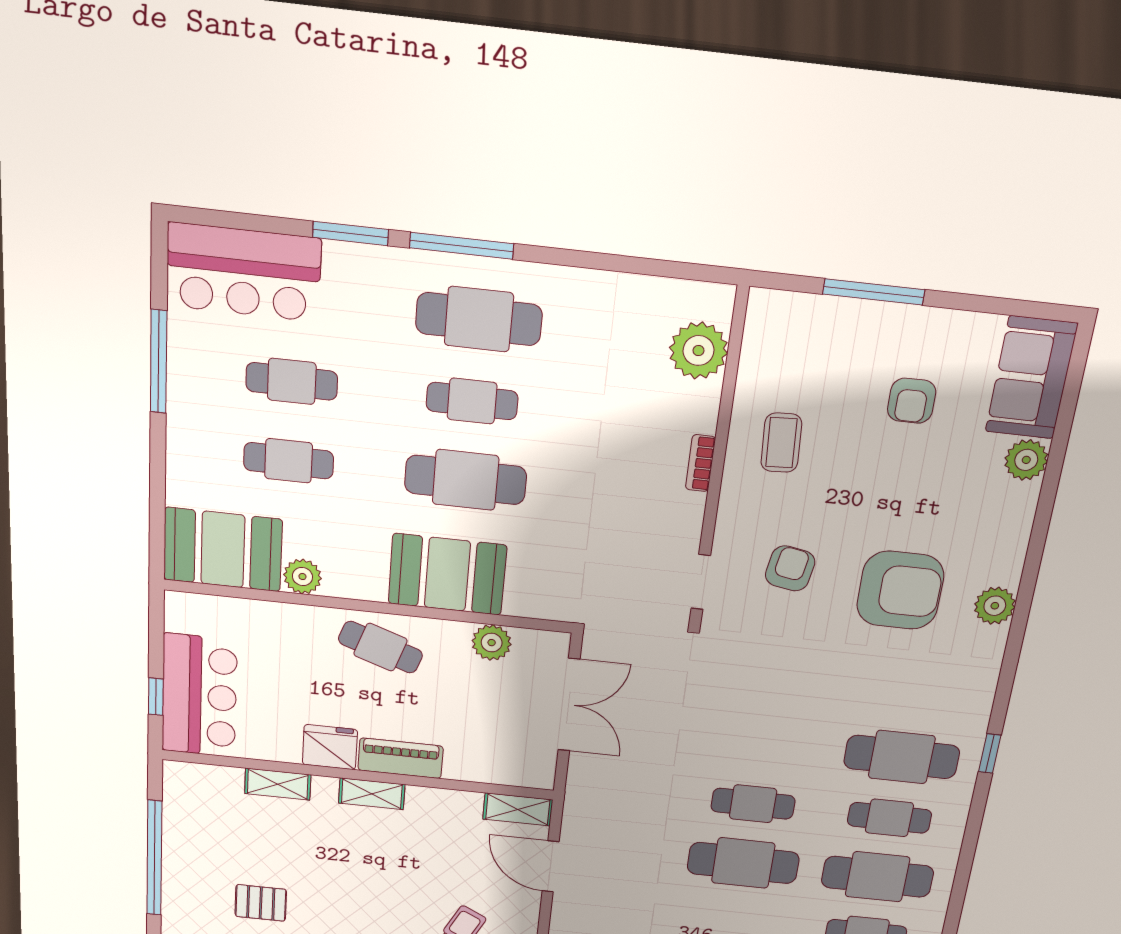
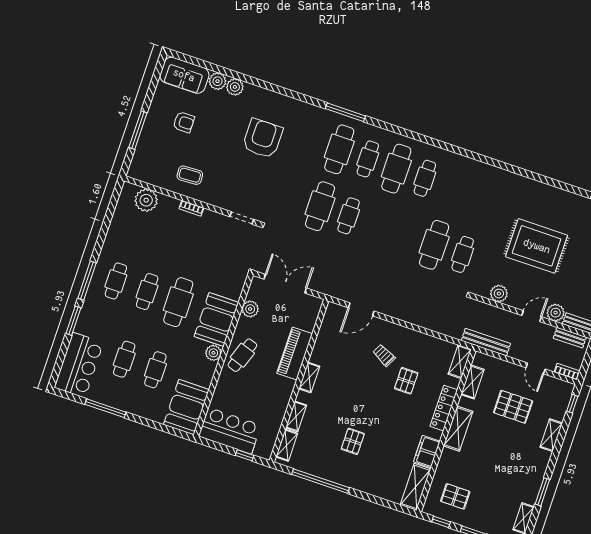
cafe table: (479, 319) -> (116, 281), width x0.73, depth x0.74
armchair: (790, 568) -> (244, 181), removed
plant: (302, 577) -> (213, 353), moved
plant: (995, 606) -> (235, 87), moved
bar counter: (199, 696) -> (230, 431), moved
fridge: (330, 747) -> (283, 389), removed
window: (990, 753) -> (345, 112), width x2.17
piano: (401, 758) -> (295, 354), width x1.37, depth x1.33
shelving: (518, 809) -> (287, 445), moved
cafe table: (743, 863) -> (320, 206), moved

